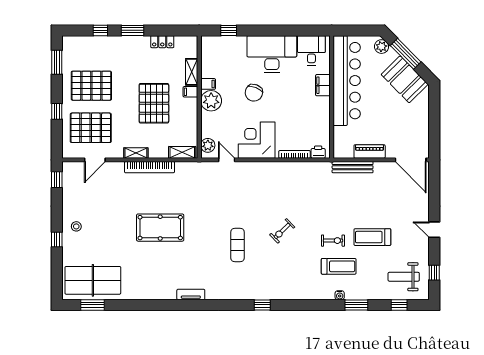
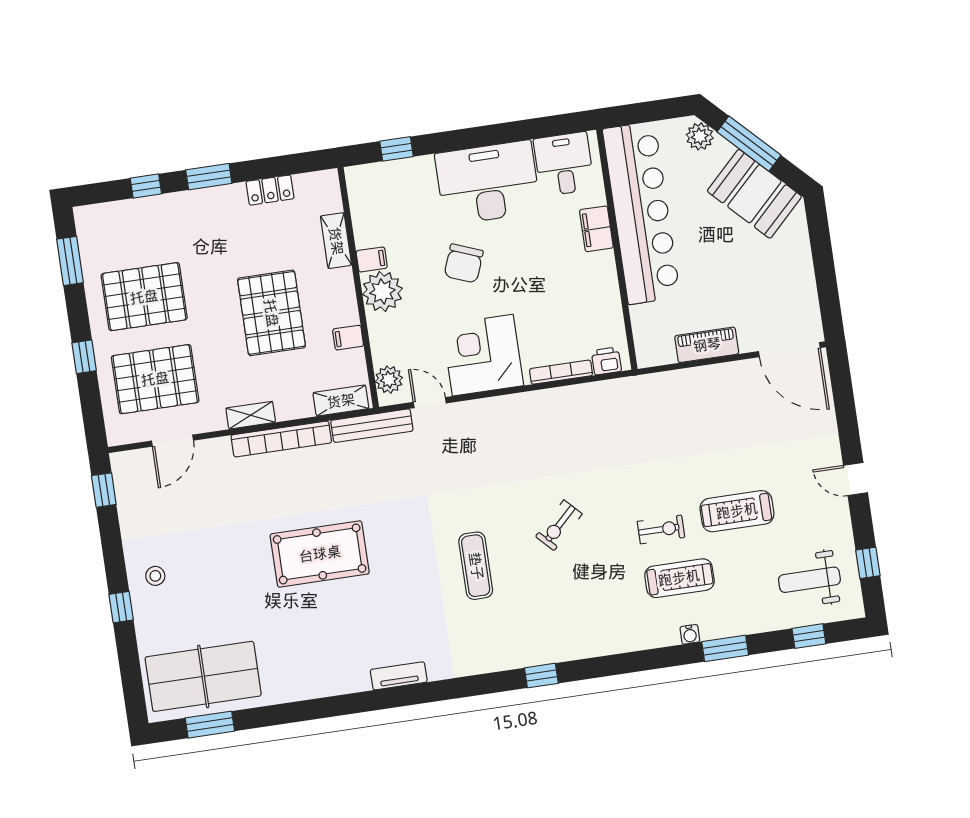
filing cabinet: (190, 92) -> (348, 338), moved
bench: (353, 167) -> (372, 426), moved

